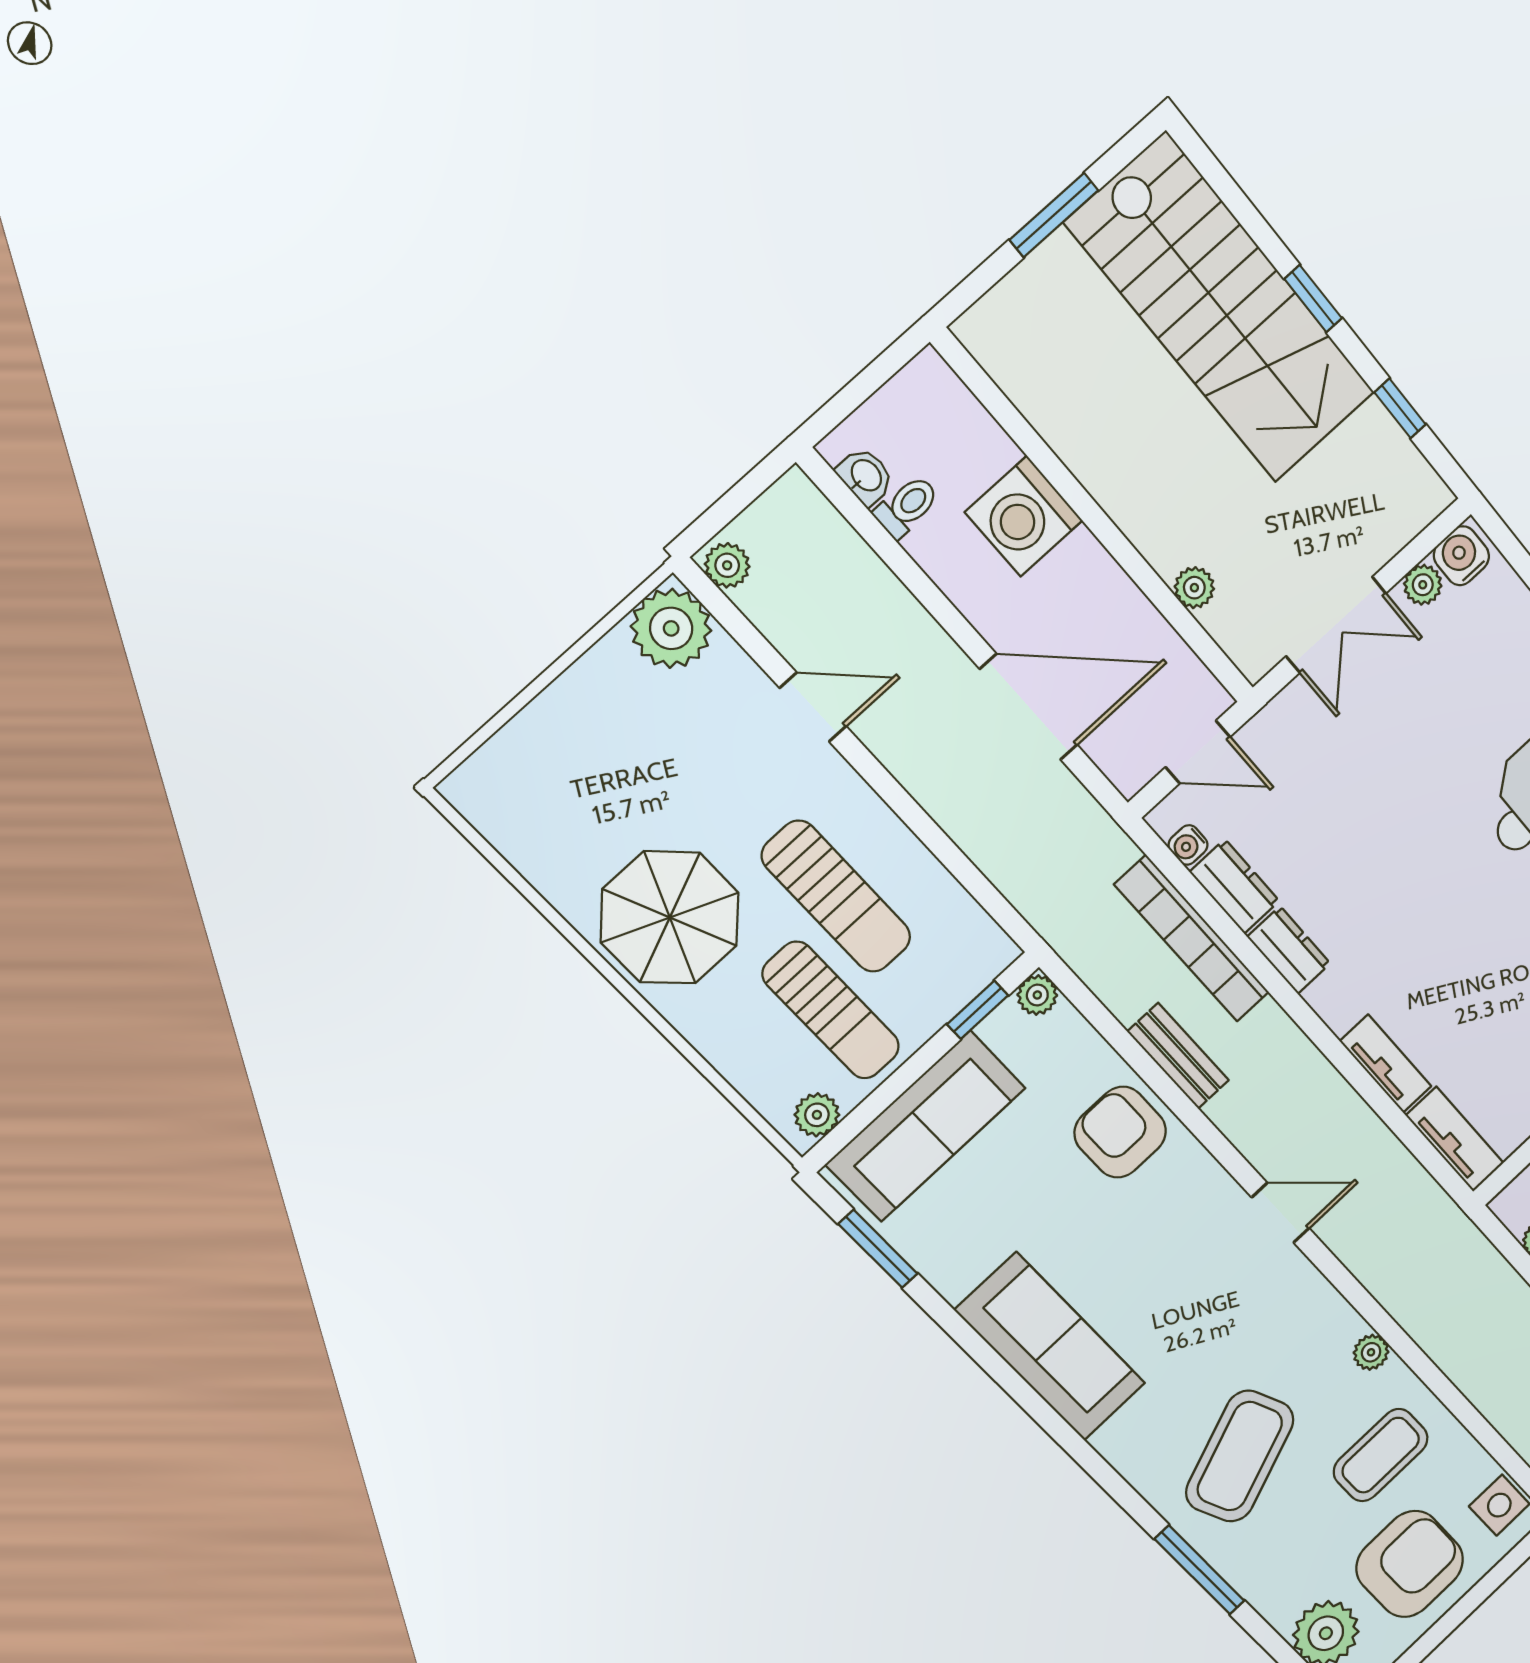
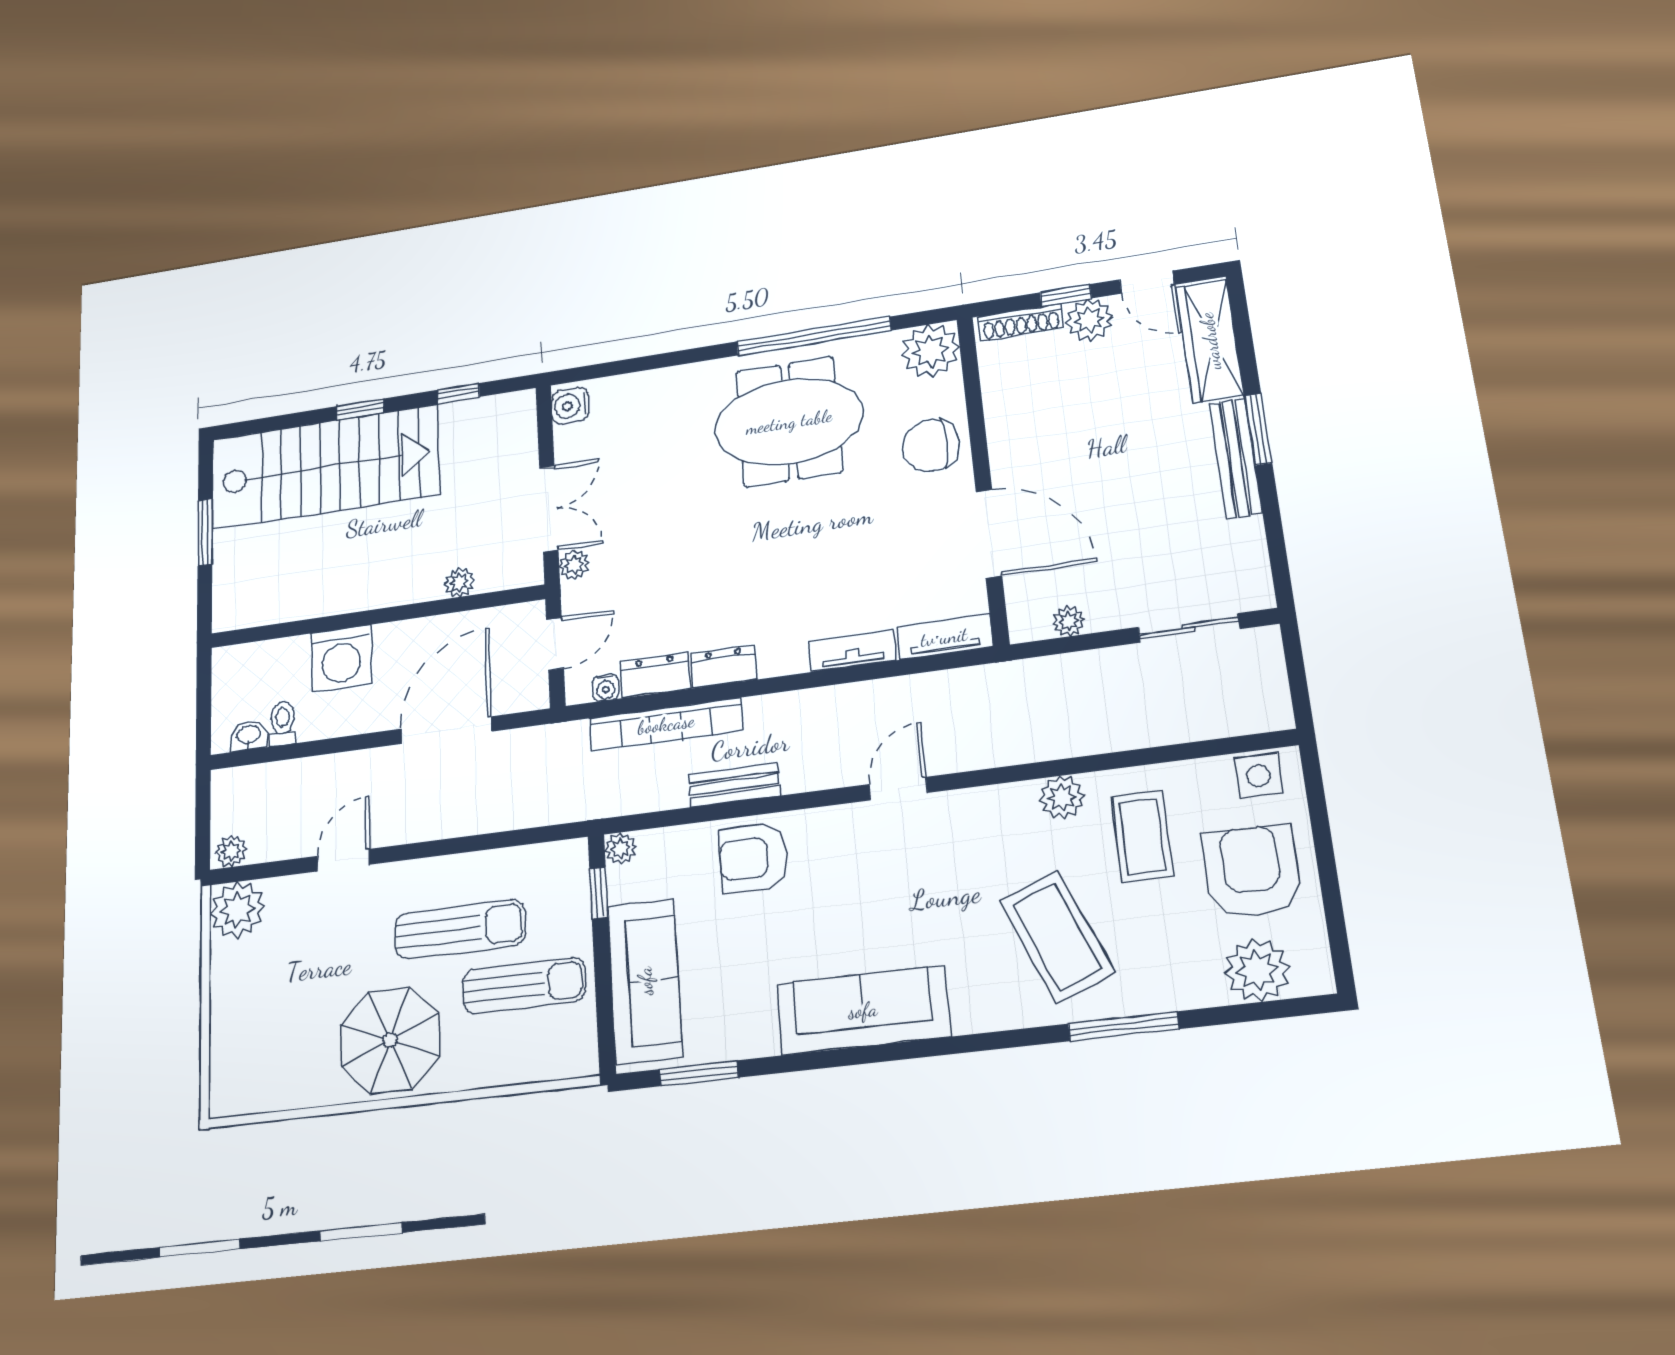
plant: (1423, 585) -> (574, 565), moved
plant: (817, 1115) -> (580, 1045), removed
plant: (1371, 1352) -> (1062, 797), width x1.38, depth x1.38

